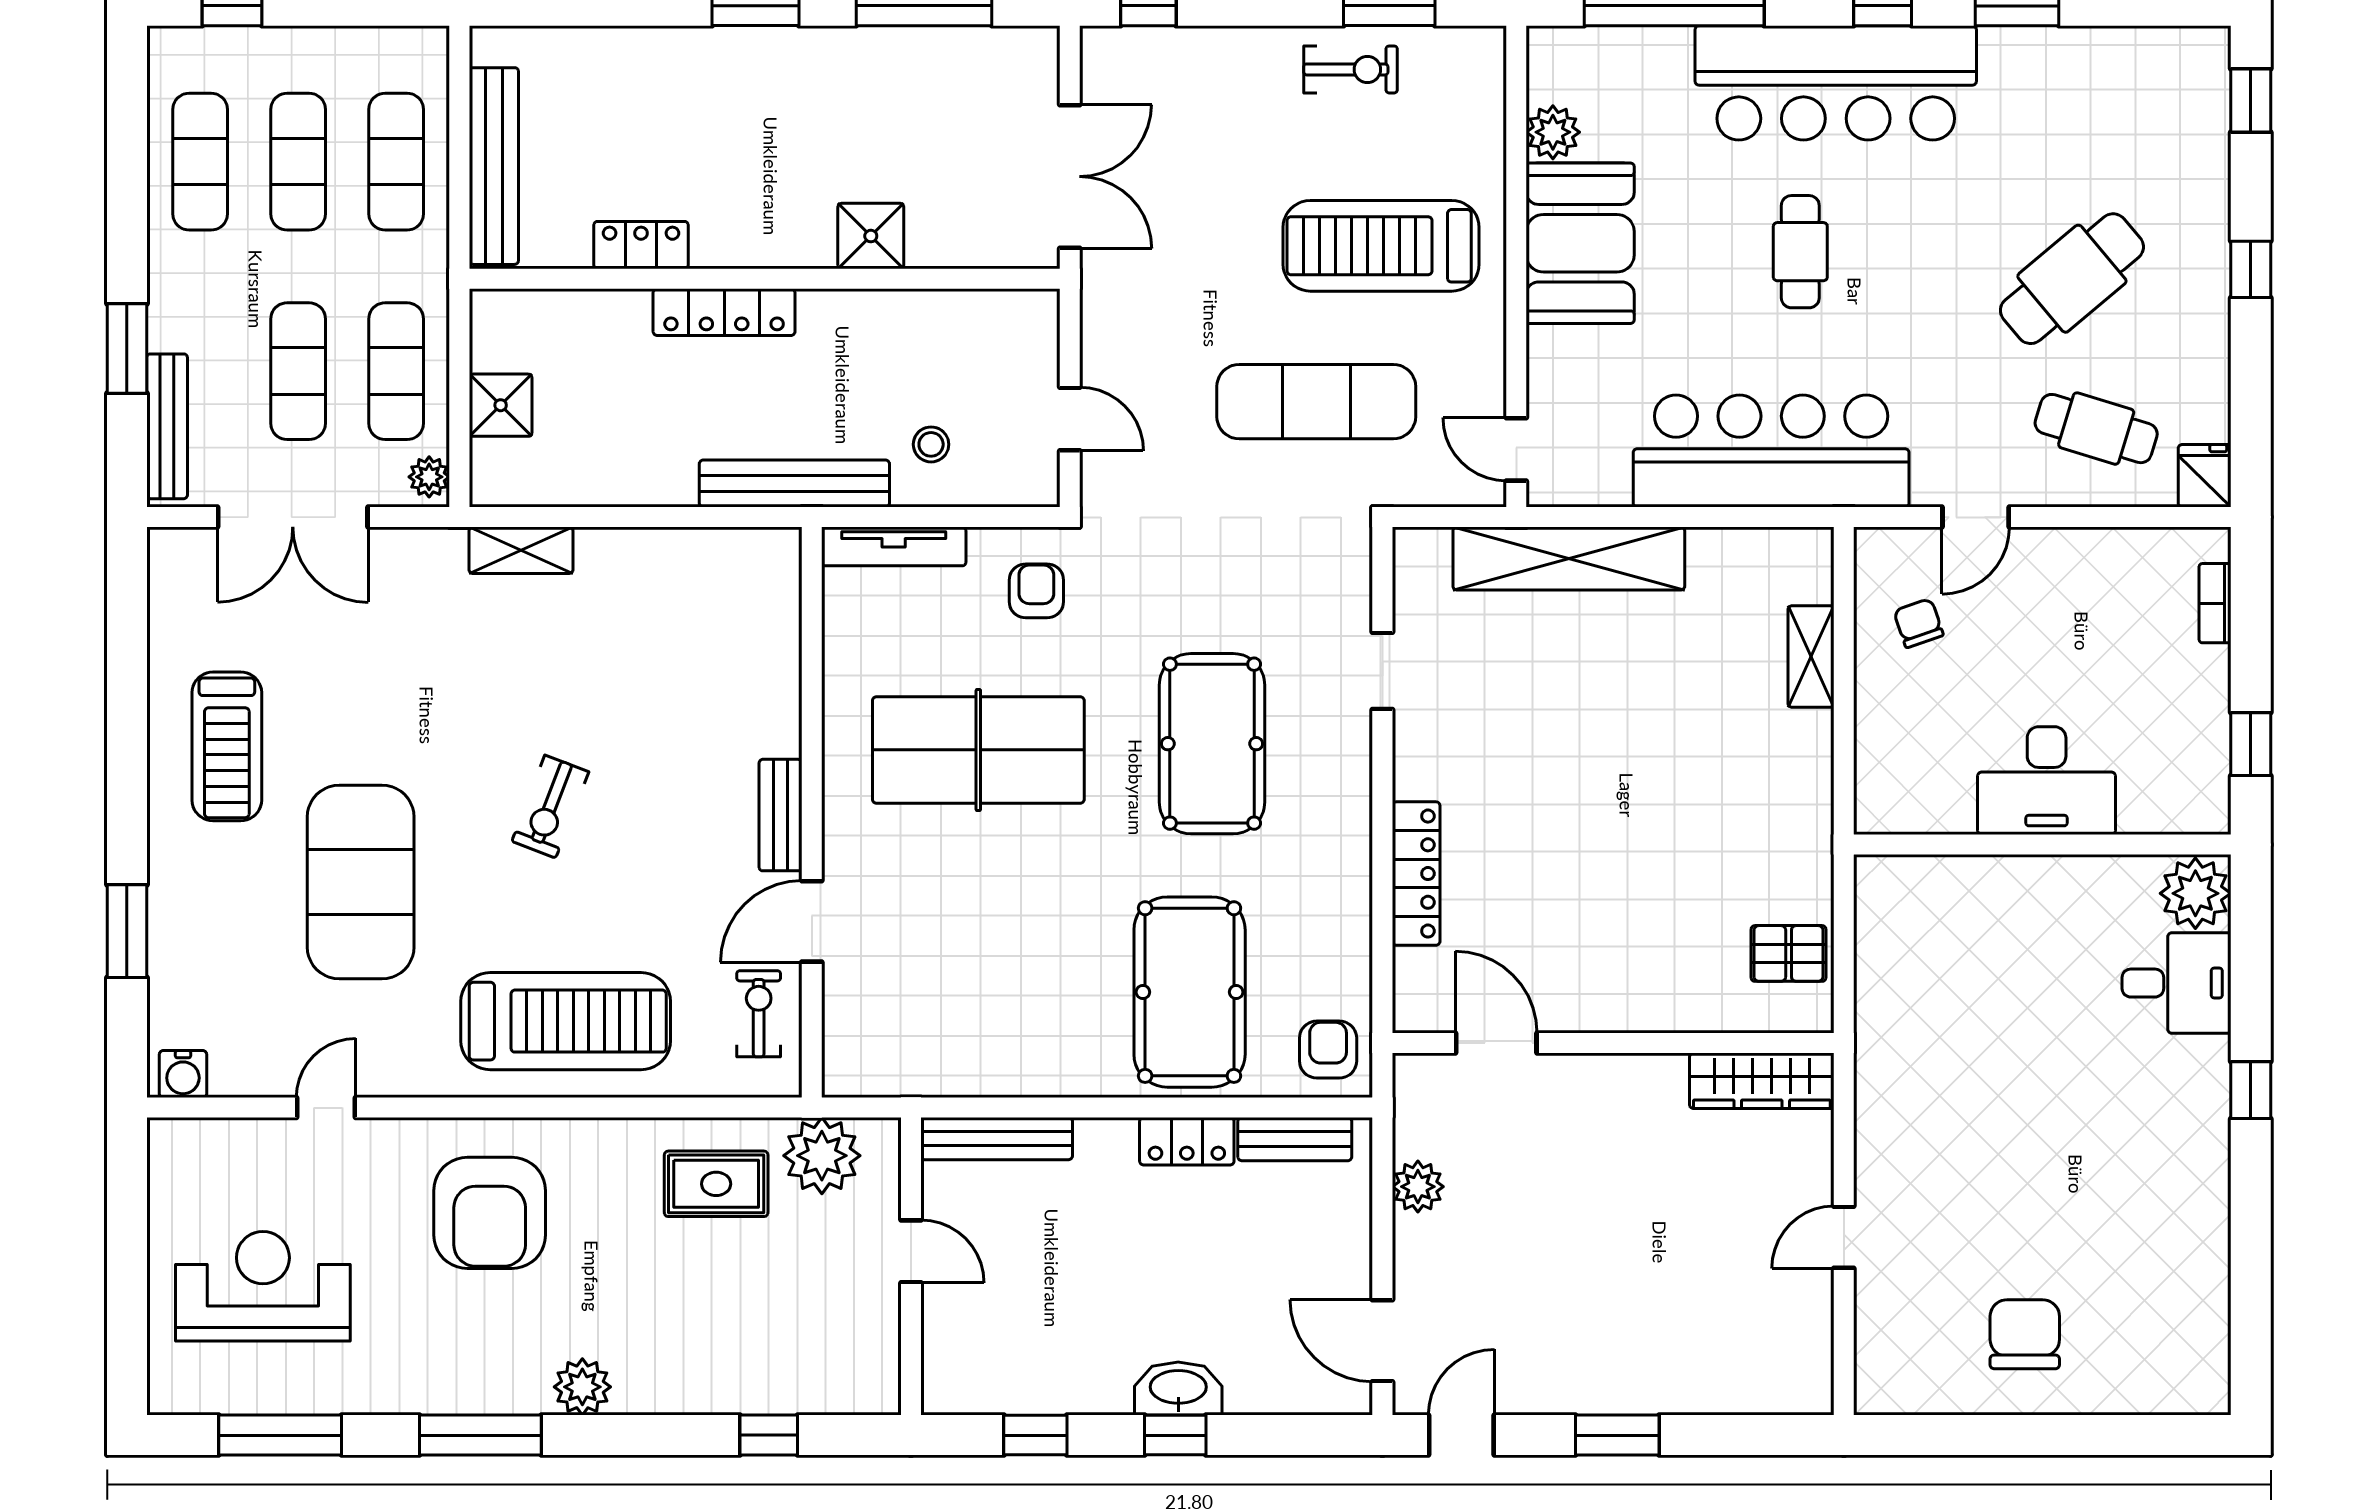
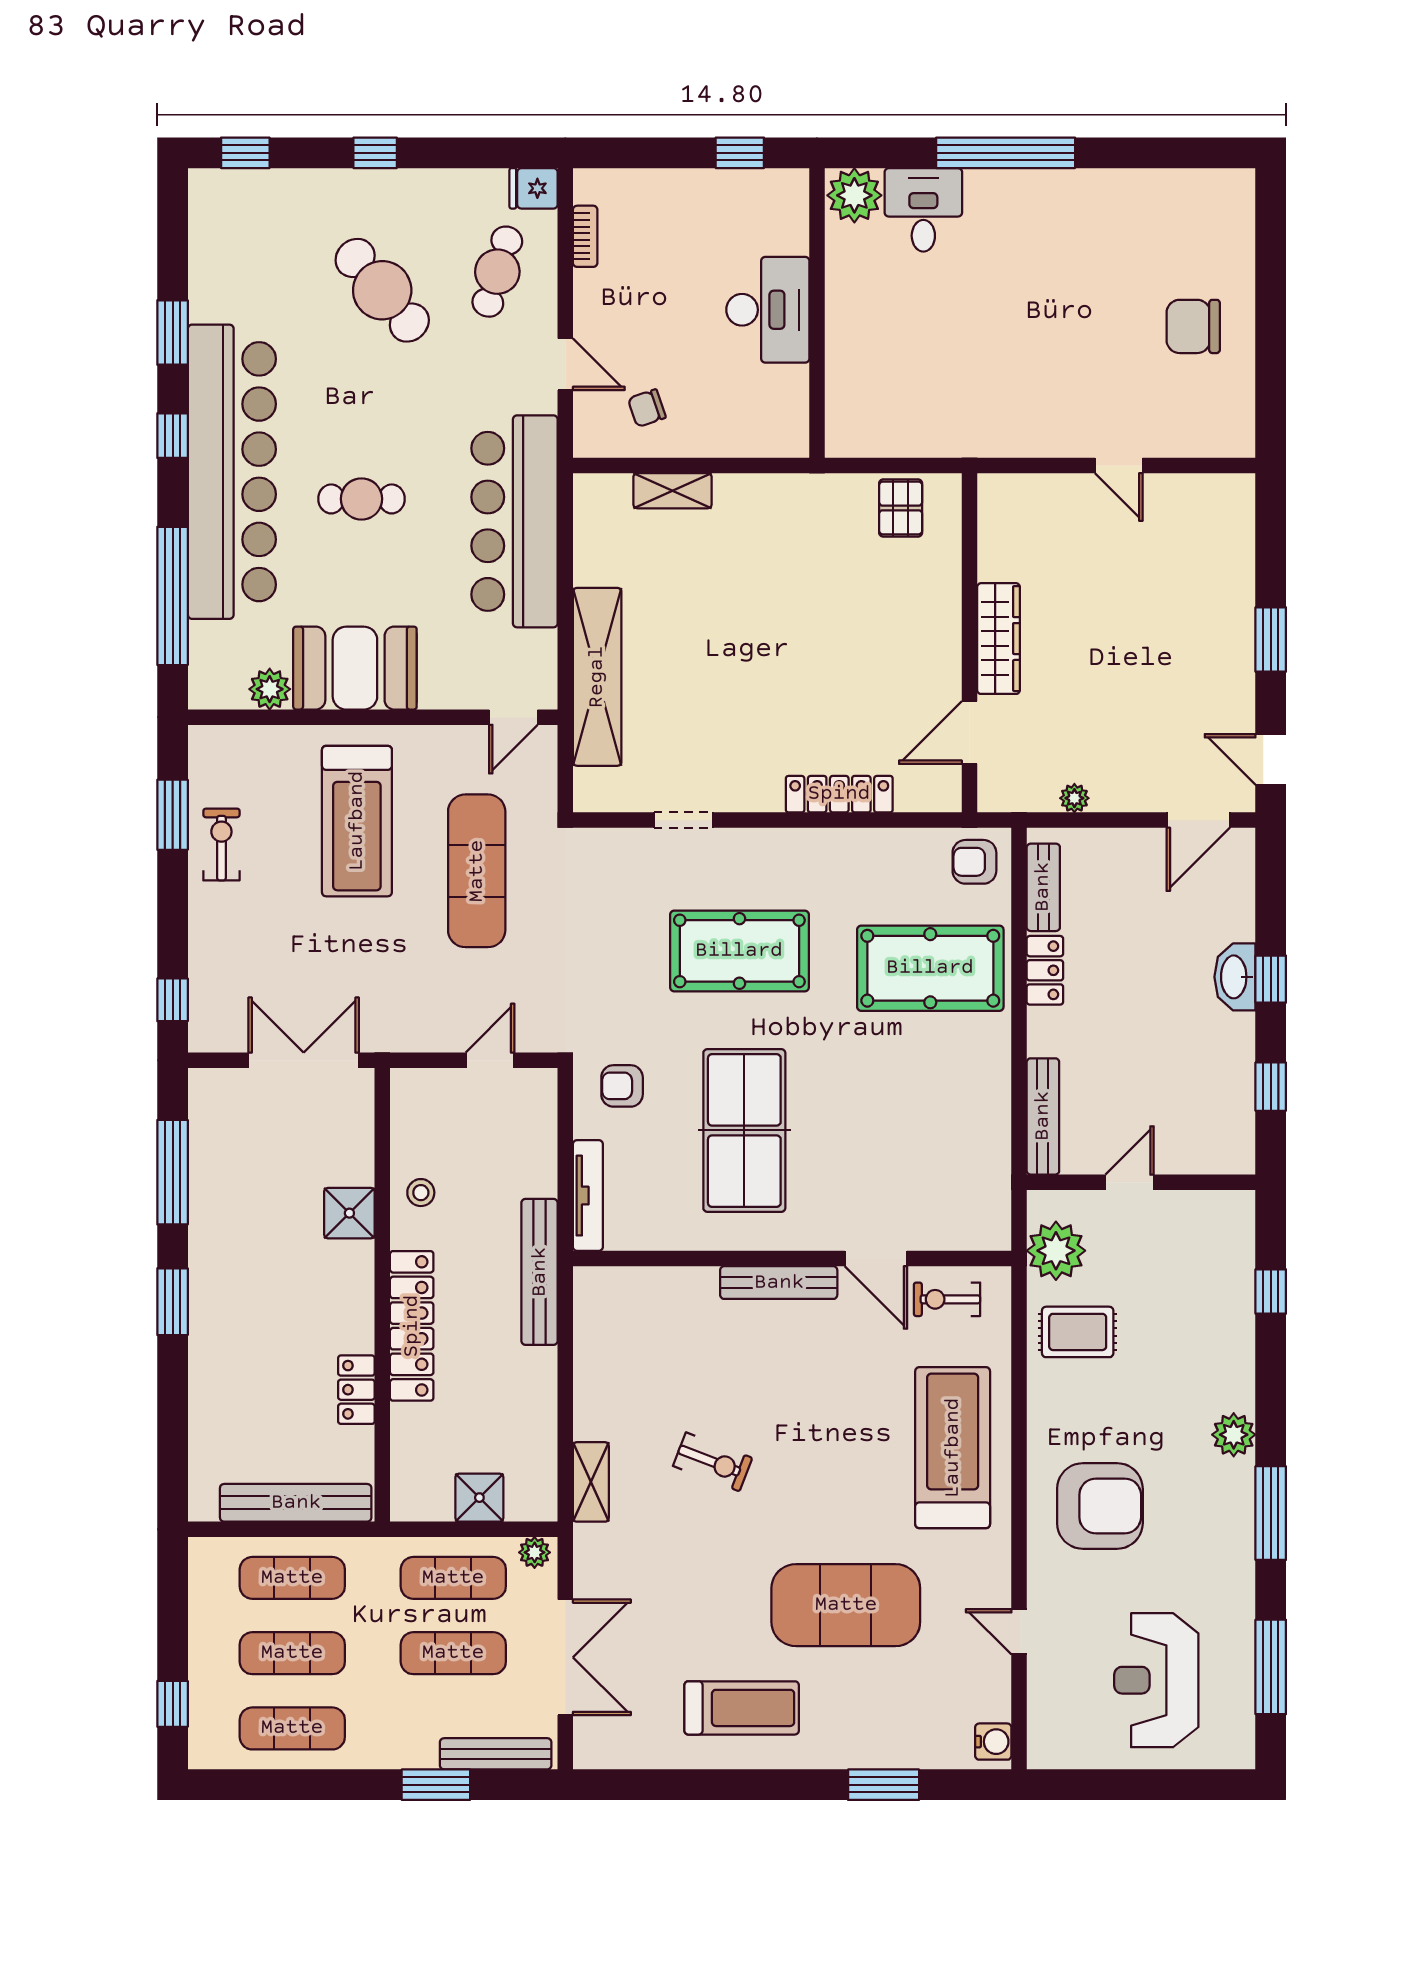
bar counter: (1836, 83) -> (232, 472), width x1.36
locker: (724, 312) -> (412, 1326), width x1.41, depth x1.21
stool: (931, 444) -> (421, 1193), moved
bookcase: (2215, 603) -> (585, 236), moved, turned -90
exercise bike: (550, 807) -> (713, 1462), moved
bench: (780, 815) -> (779, 1283), width x1.36
wardrobe: (1762, 1081) -> (999, 639), moved
window: (2251, 1090) -> (1006, 153), width x3.17
rug: (716, 1184) -> (1078, 1332), turned 90
plant: (1418, 1187) -> (1074, 798), width x0.73, depth x0.73

